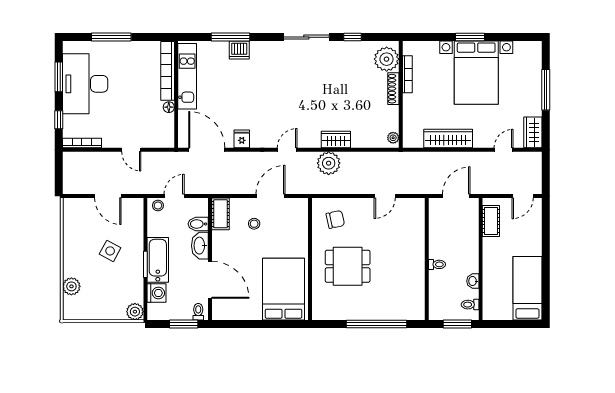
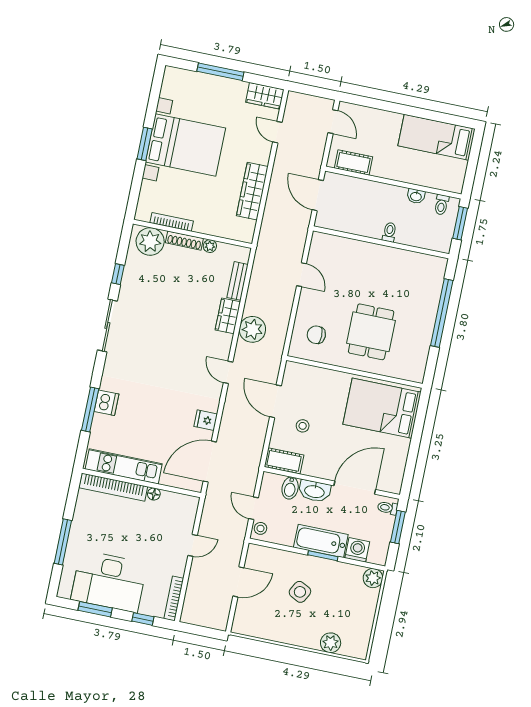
plant: (393, 138) -> (210, 246), moved
bench: (368, 142) -> (238, 281), added
chair: (335, 219) -> (316, 335), turned -78

